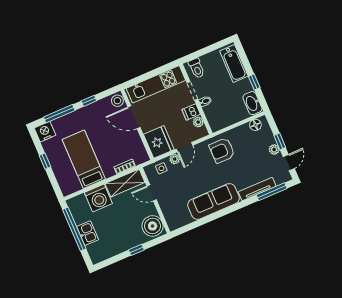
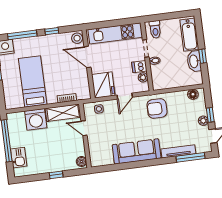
washbasin: (252, 103) -> (194, 61), moved
plant: (175, 159) -> (113, 104), removed
boiler: (153, 226) -> (81, 161), width x0.54, depth x0.54
kitchen sink: (88, 233) -> (19, 158), moved

